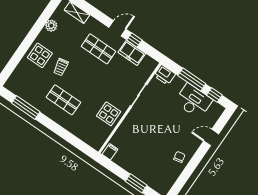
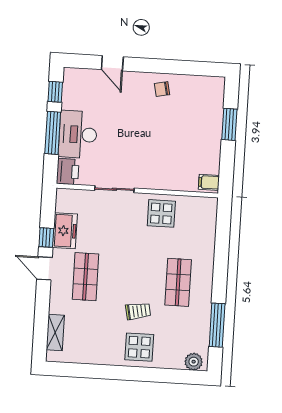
plant: (51, 26) -> (194, 362), moved
desk: (193, 101) -> (78, 134), moved

